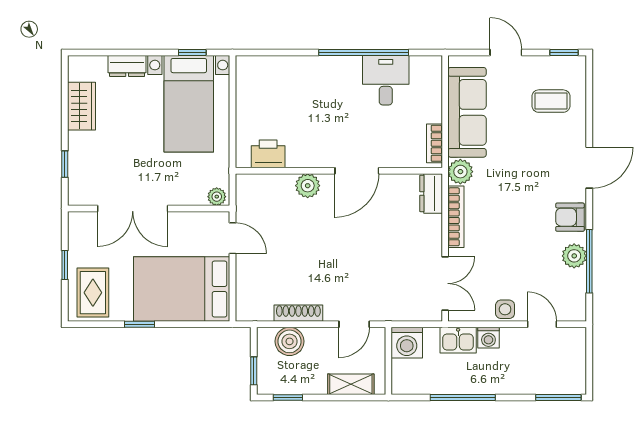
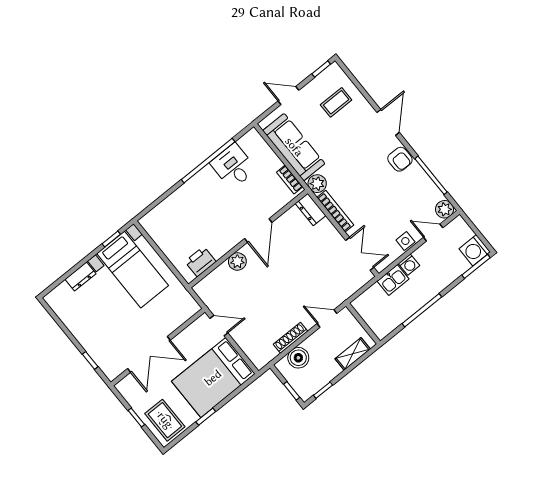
wardrobe: (81, 106) -> (73, 320), removed
plant: (217, 197) -> (191, 309), removed
armchair: (570, 217) -> (400, 159), turned -90
plant: (574, 256) -> (444, 209), moved
door: (354, 324) -> (327, 319), swing flipped
washing machine: (407, 343) -> (475, 250), moved, turned 90

